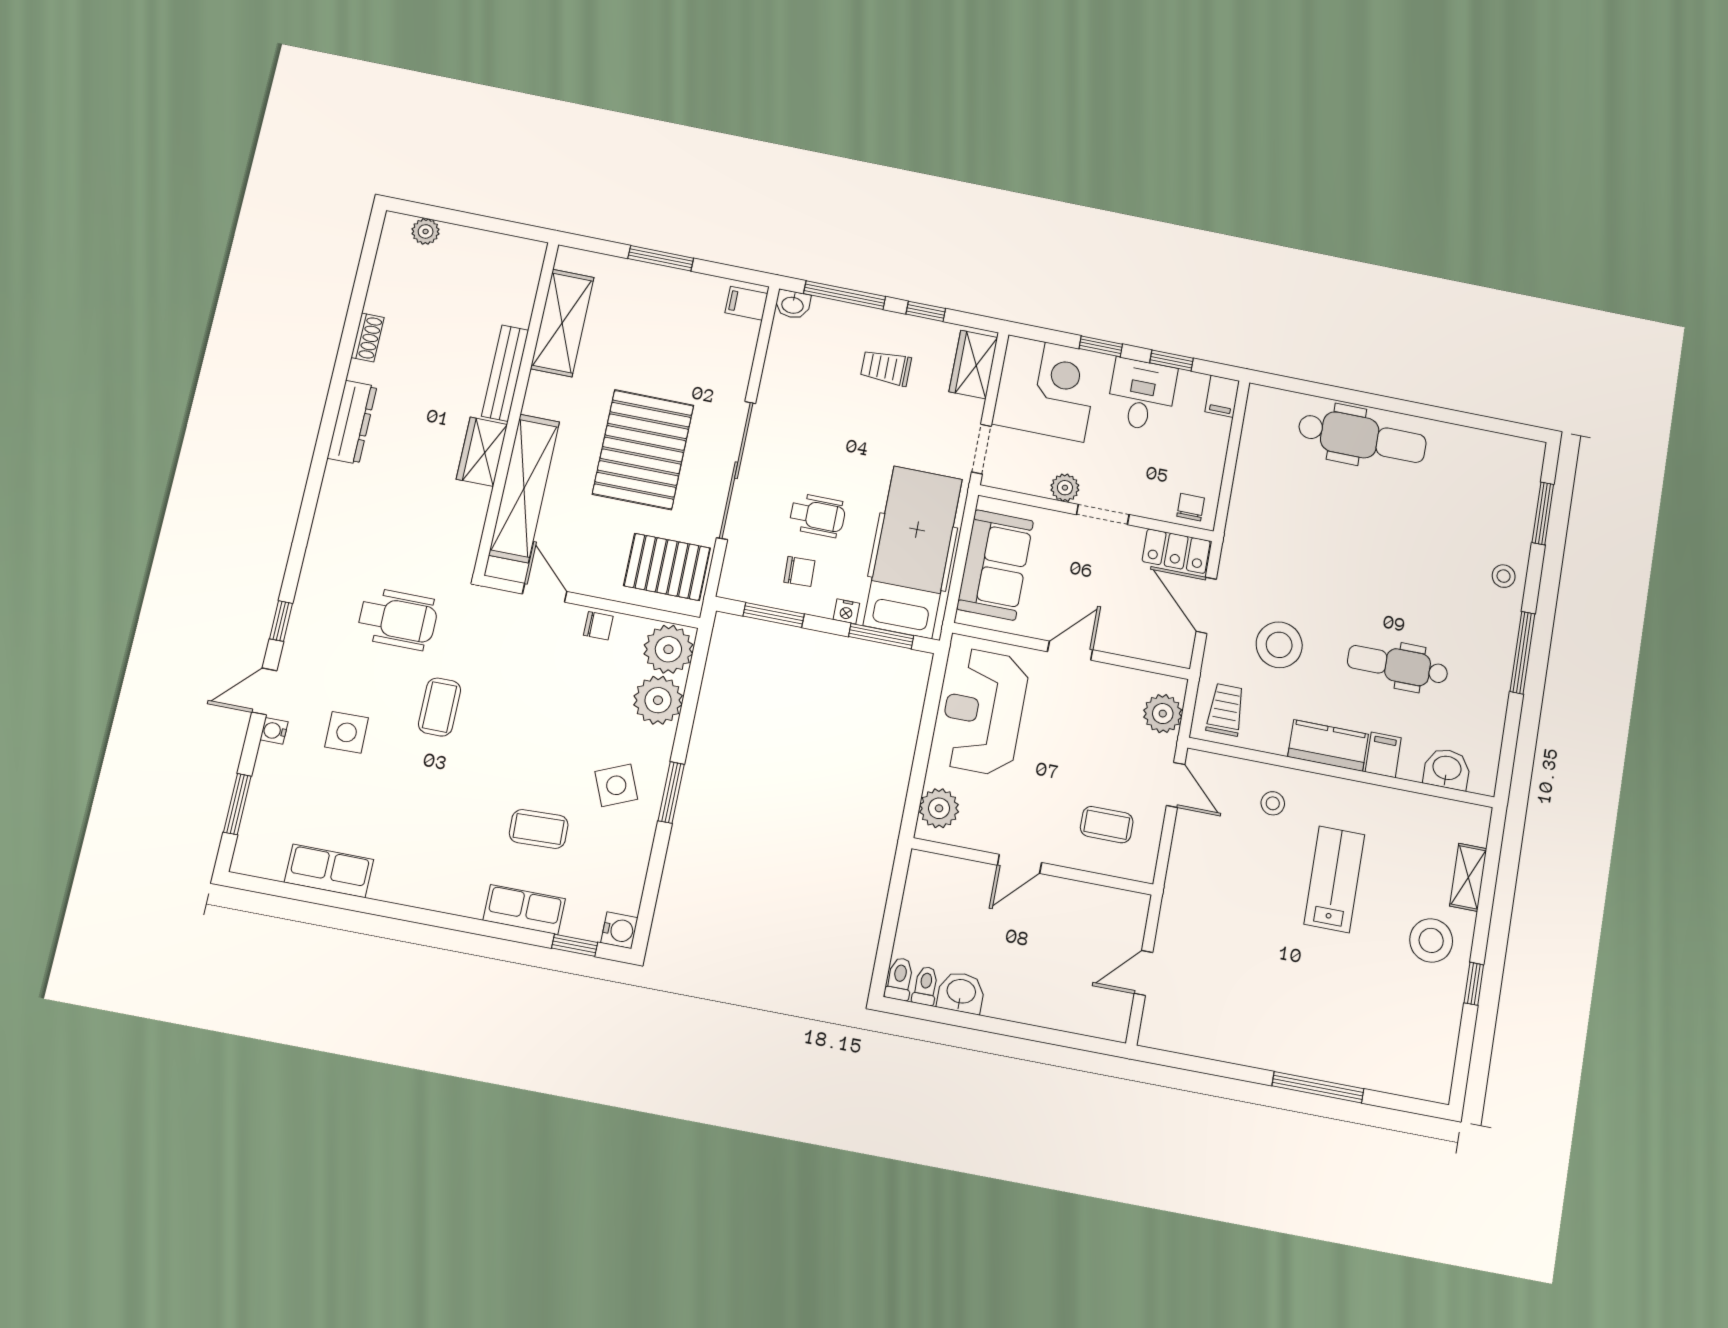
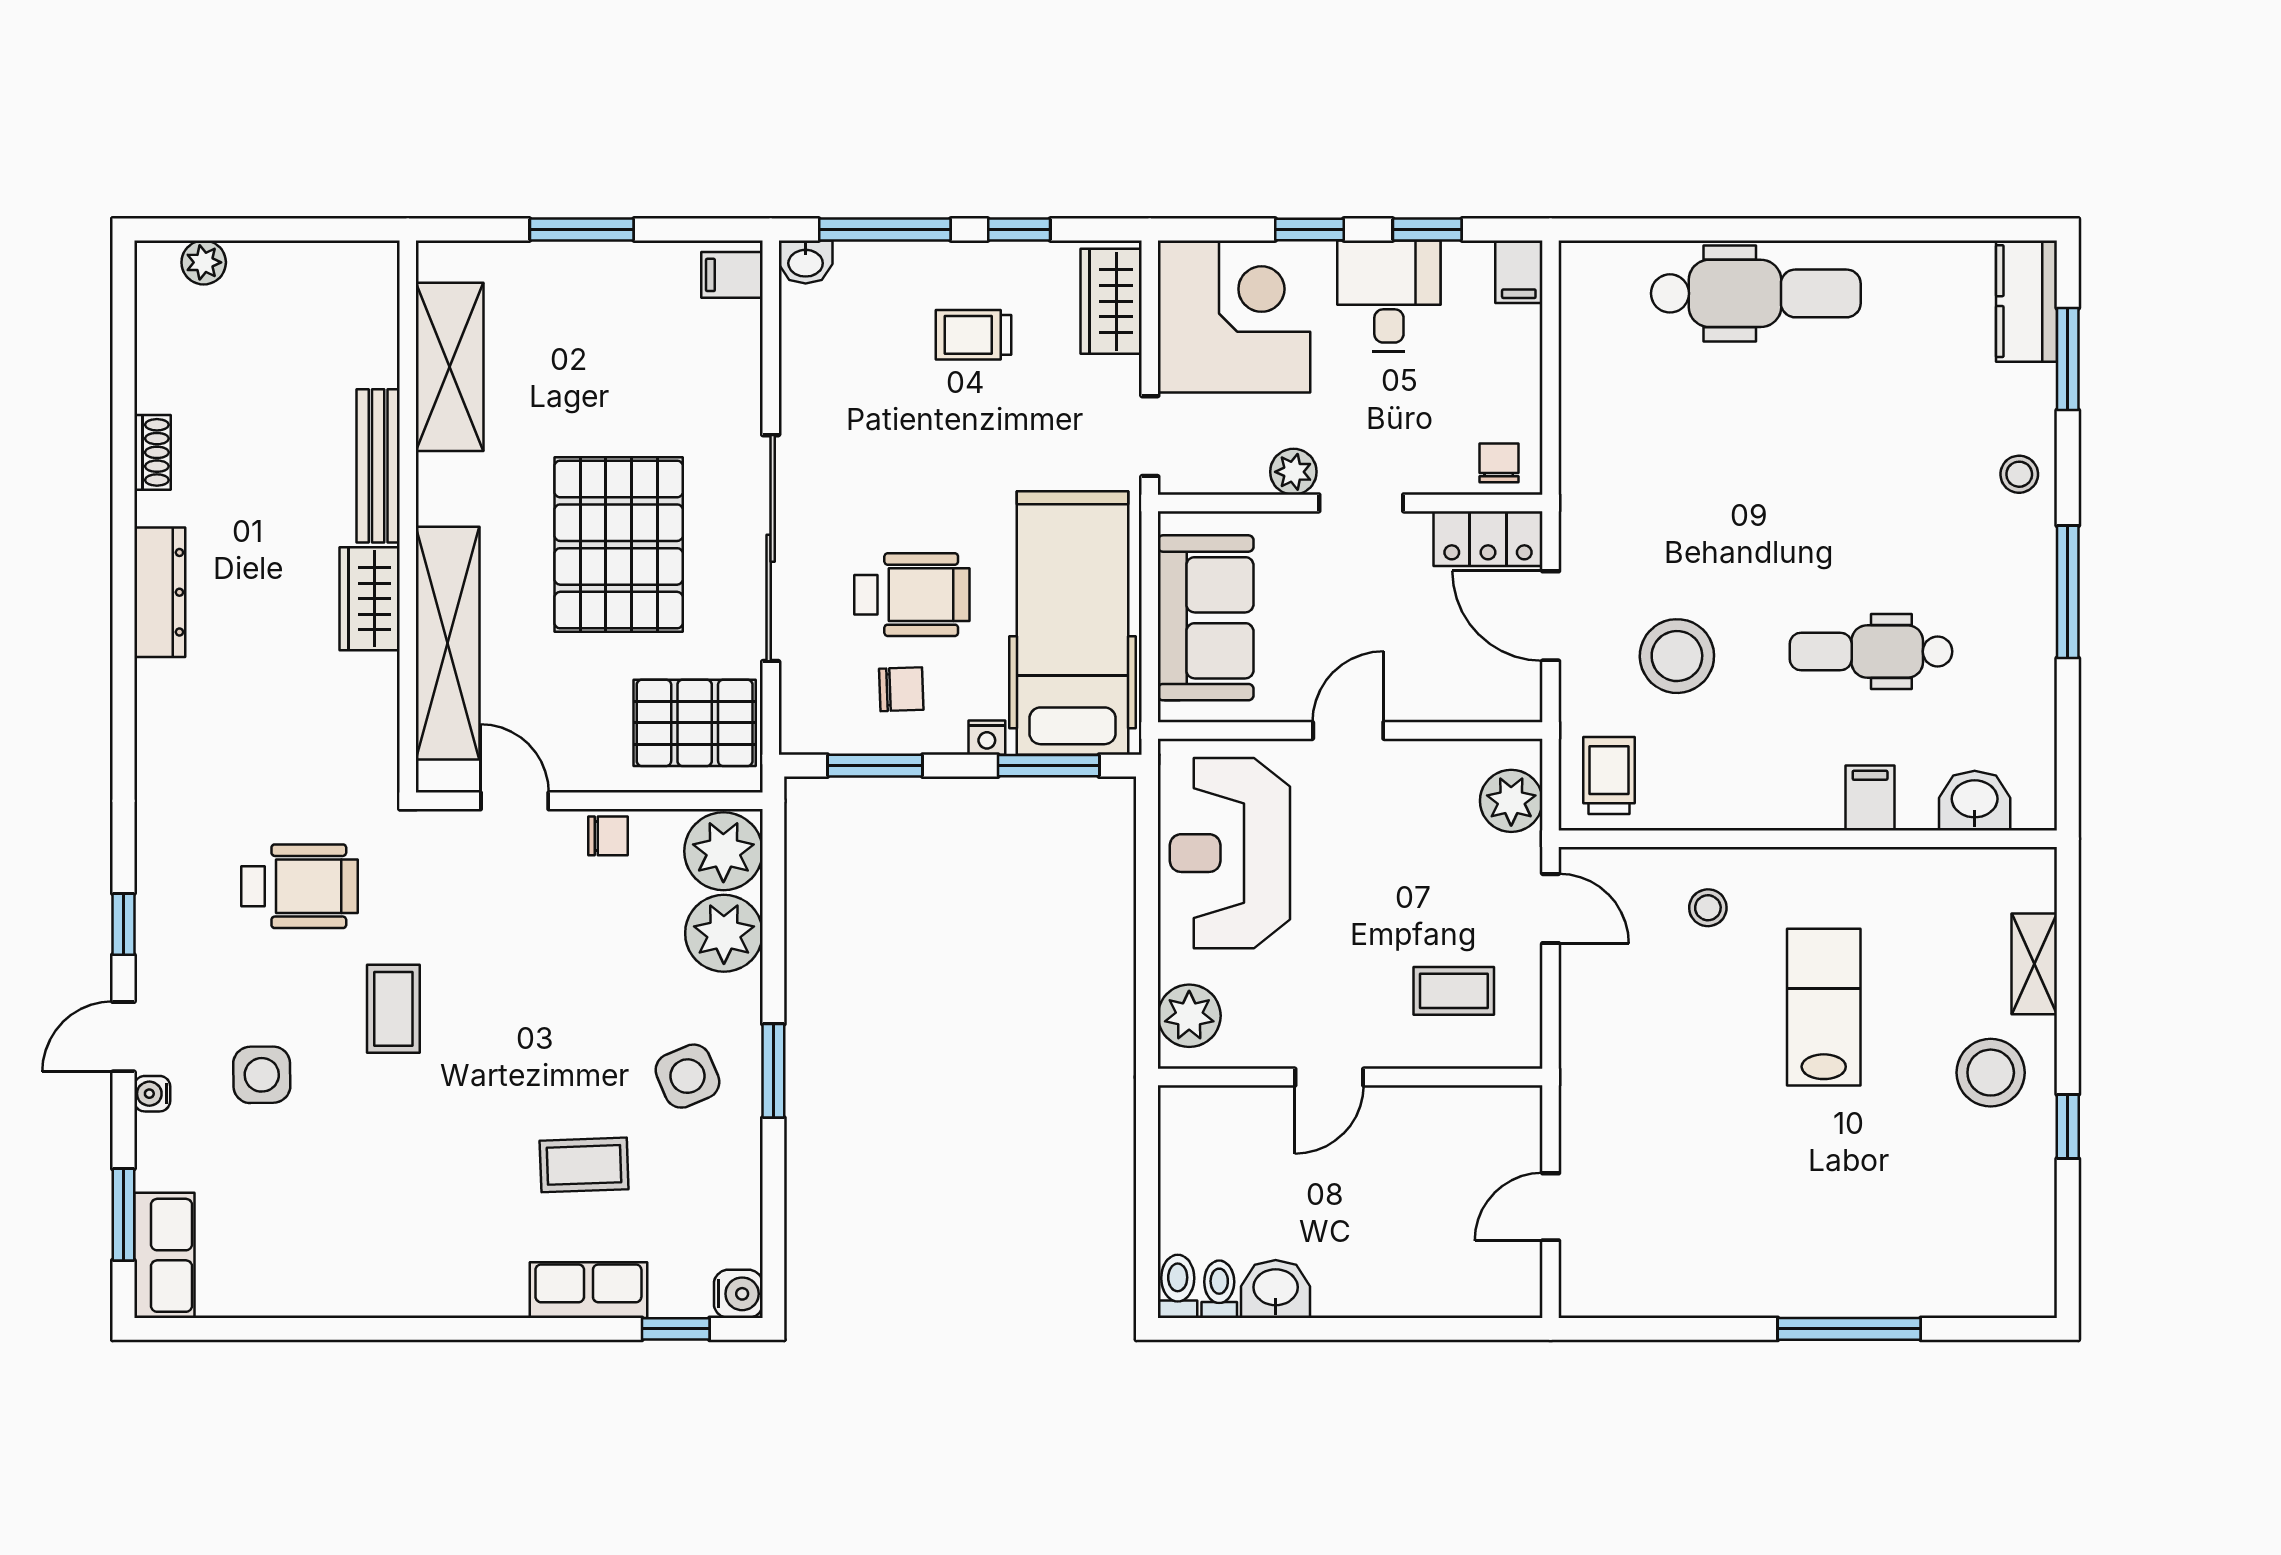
wheelchair: (817, 515) -> (912, 595), width x1.36, depth x1.37
kitchen counter: (1328, 745) -> (2027, 301), moved, turned -90
row of seats: (329, 871) -> (164, 1255), moved, turned 90

